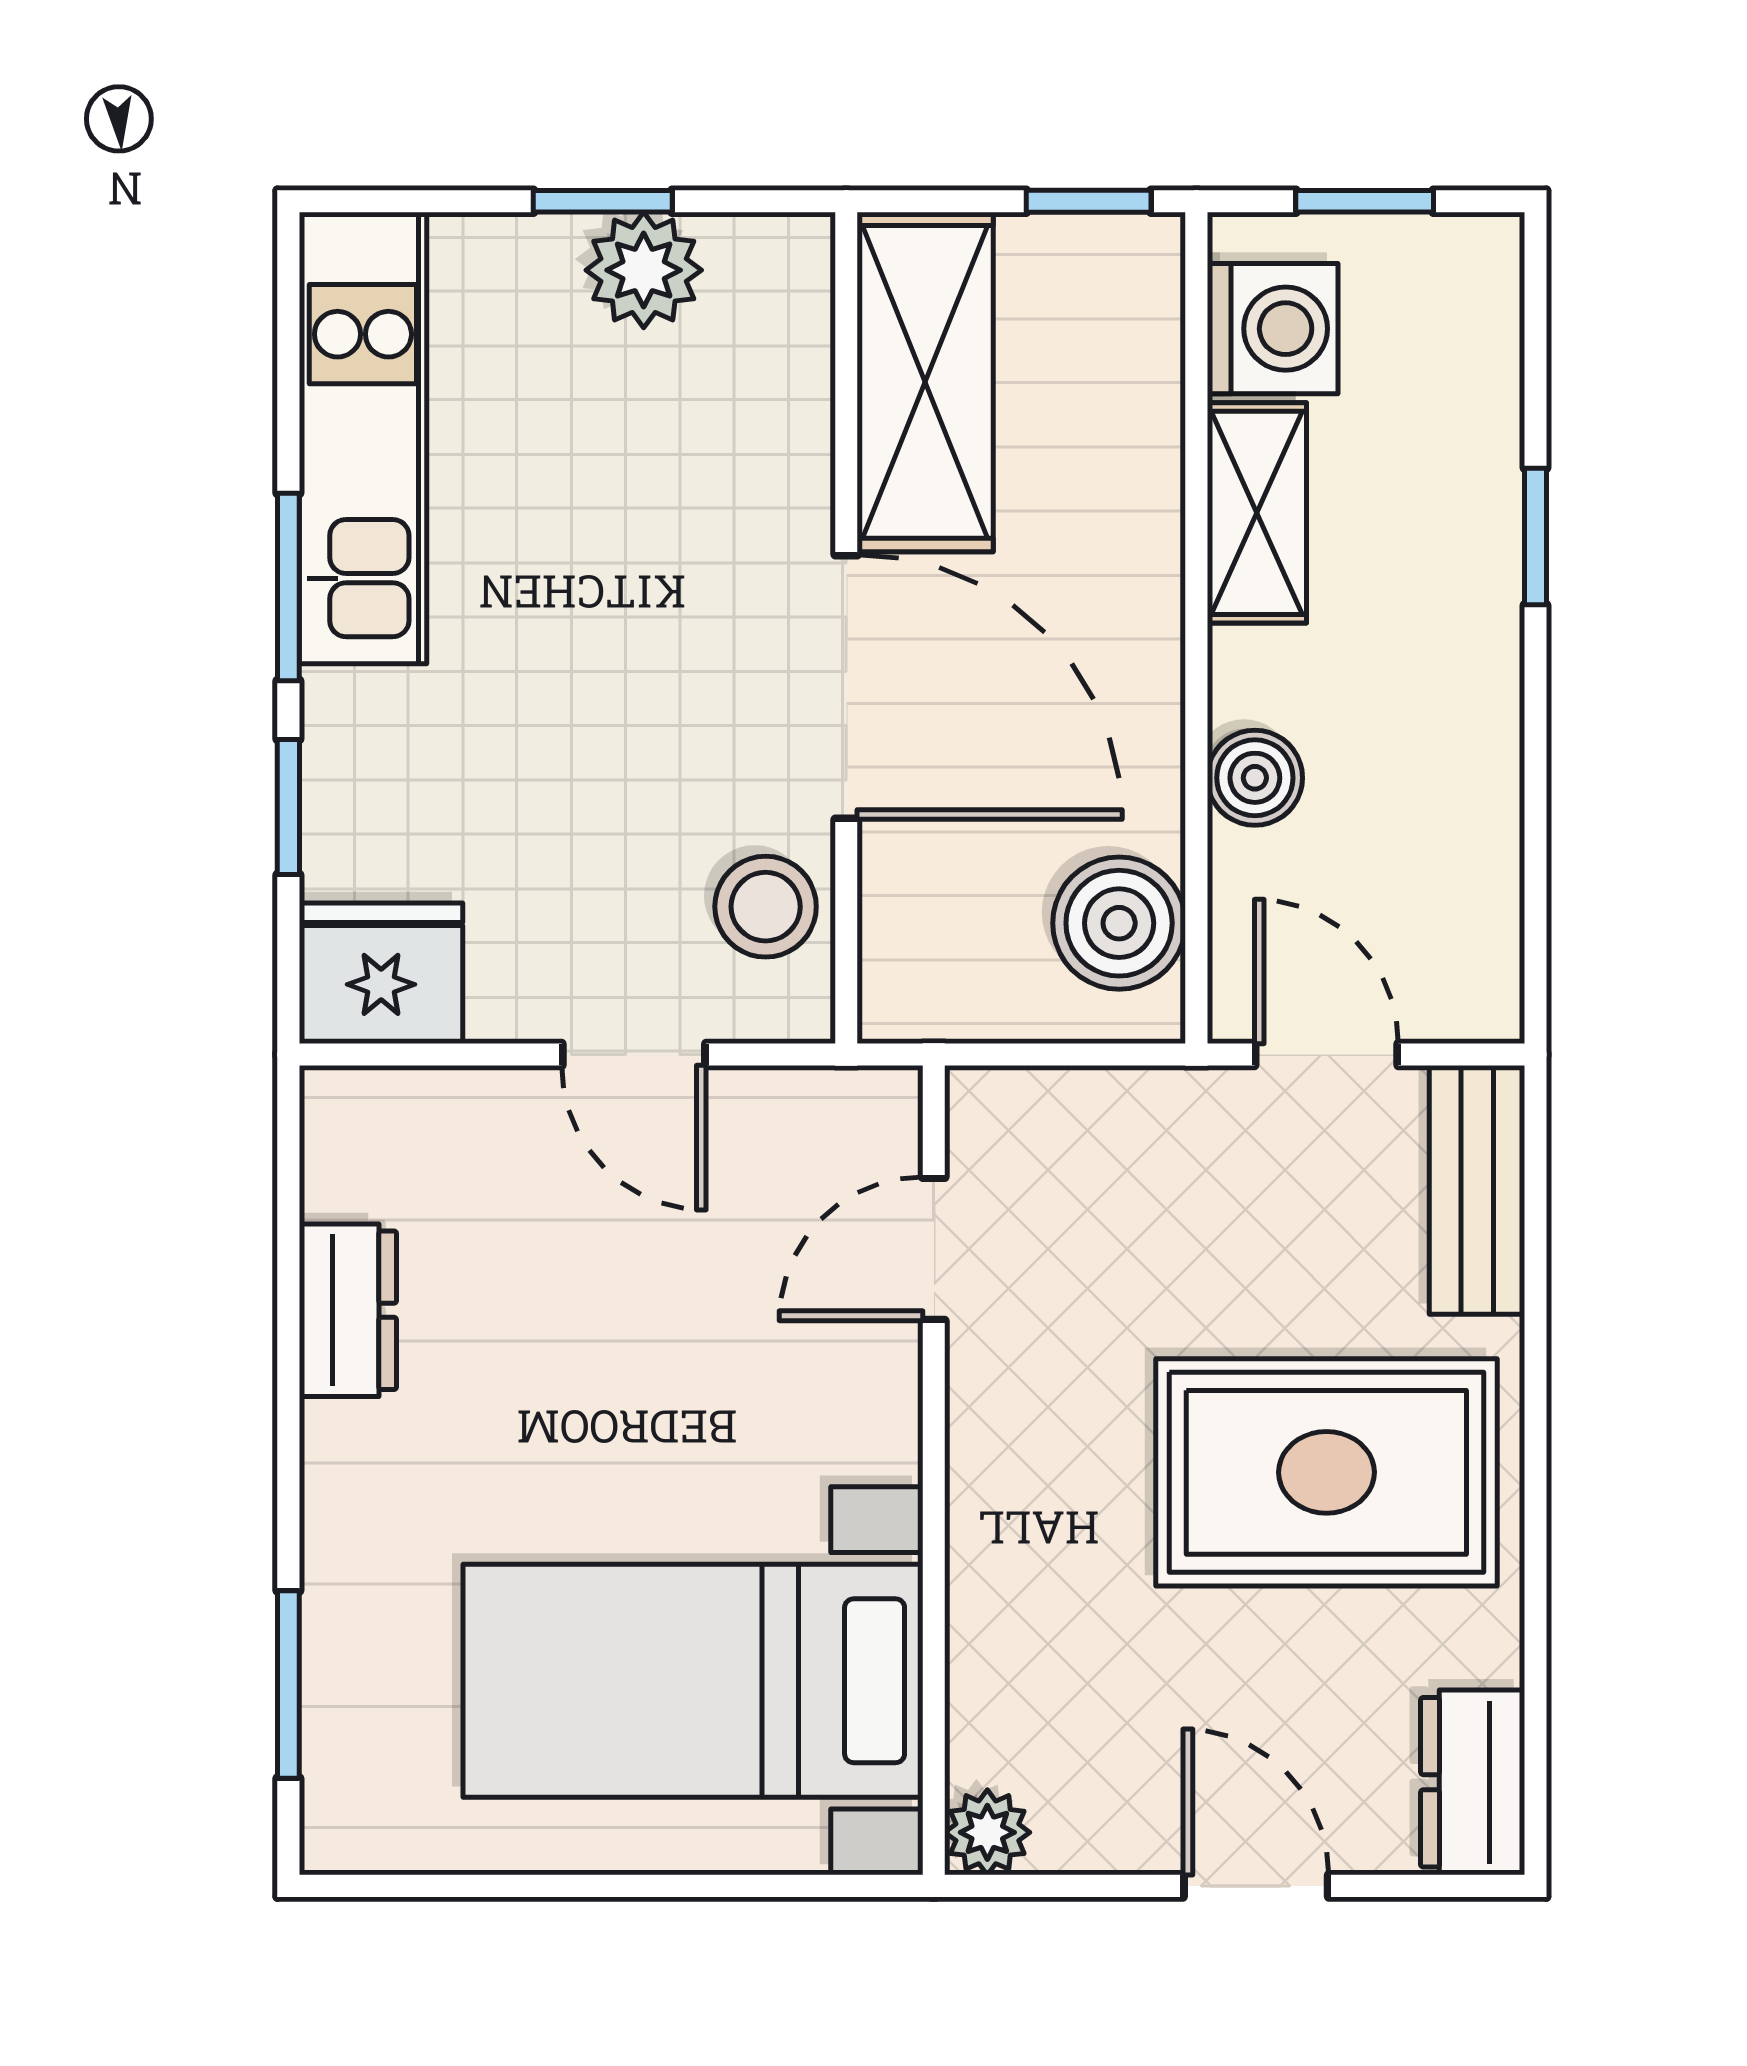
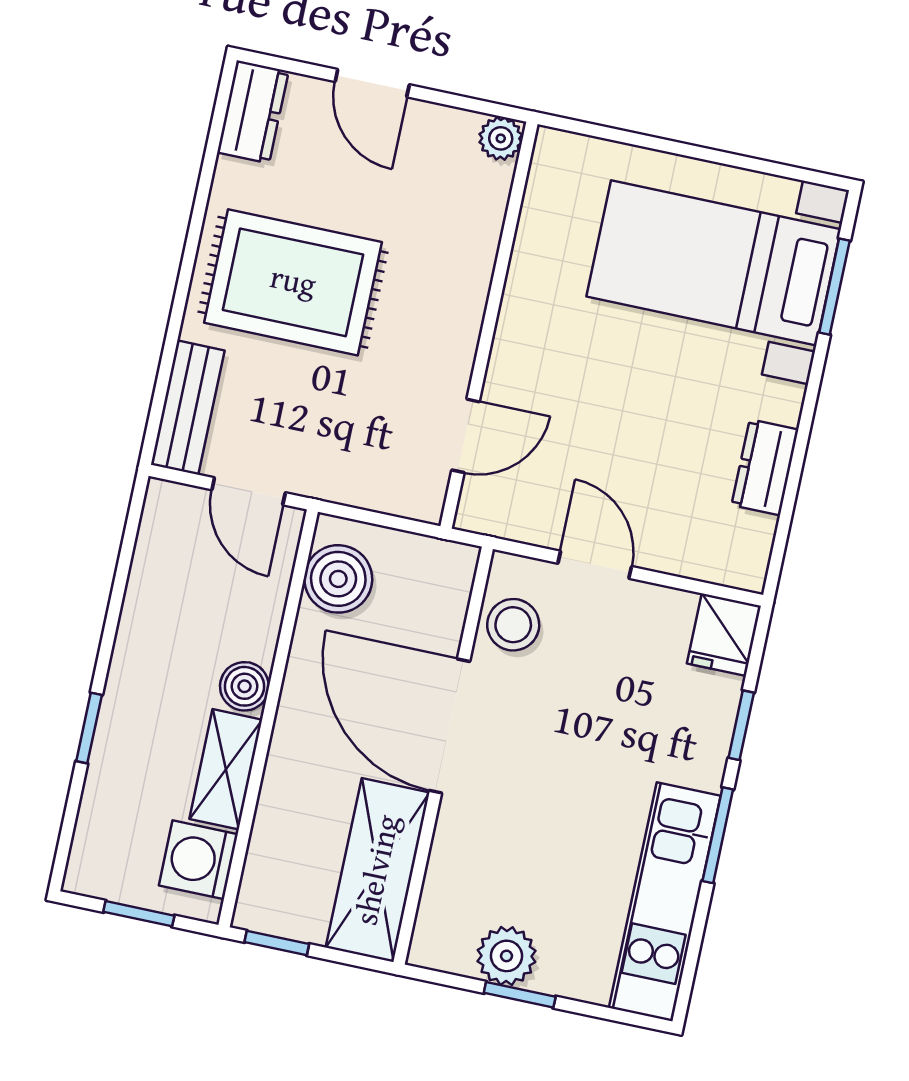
boiler: (1255, 778) -> (244, 686), moved
fridge: (381, 973) -> (724, 635), width x0.72
bed with nightstands: (693, 1681) -> (714, 263), moved, turned 180

